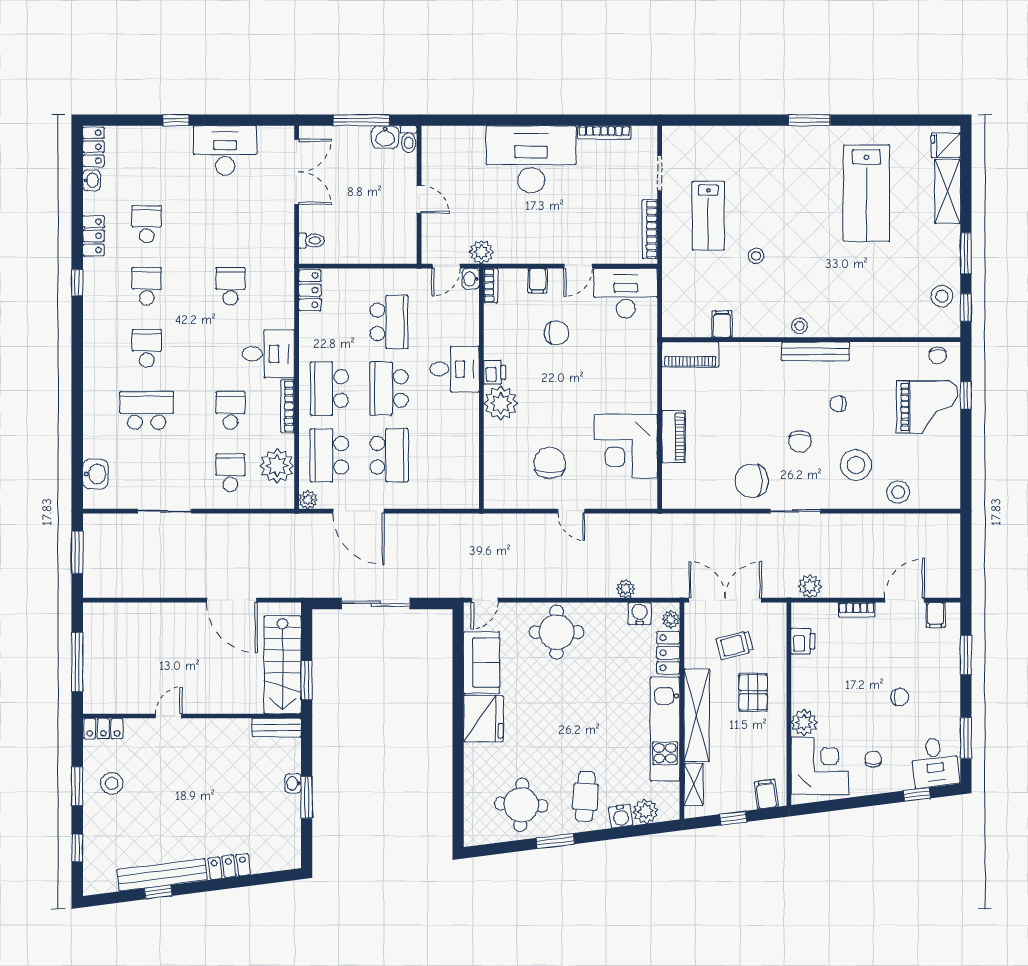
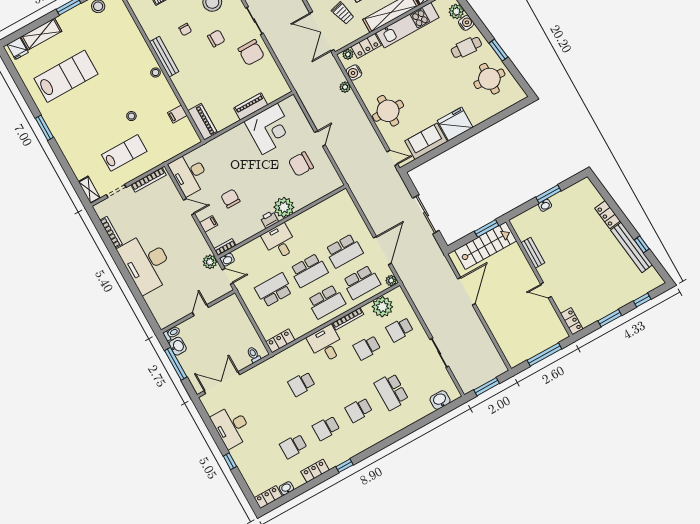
shelving: (683, 135) -> (89, 190), added
school desk: (389, 455) -> (344, 251), turned 180
bench: (277, 728) -> (533, 253), moved
stool: (112, 783) -> (598, 301), removed

